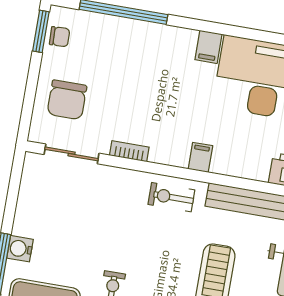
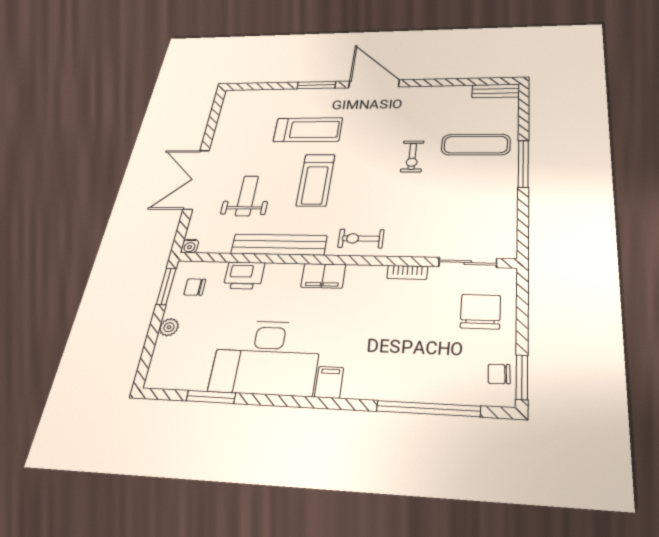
filing cabinet: (200, 157) -> (323, 276), width x2.00
exercise bike: (171, 197) -> (361, 239), turned 180
water cooler: (20, 249) -> (507, 178), removed

